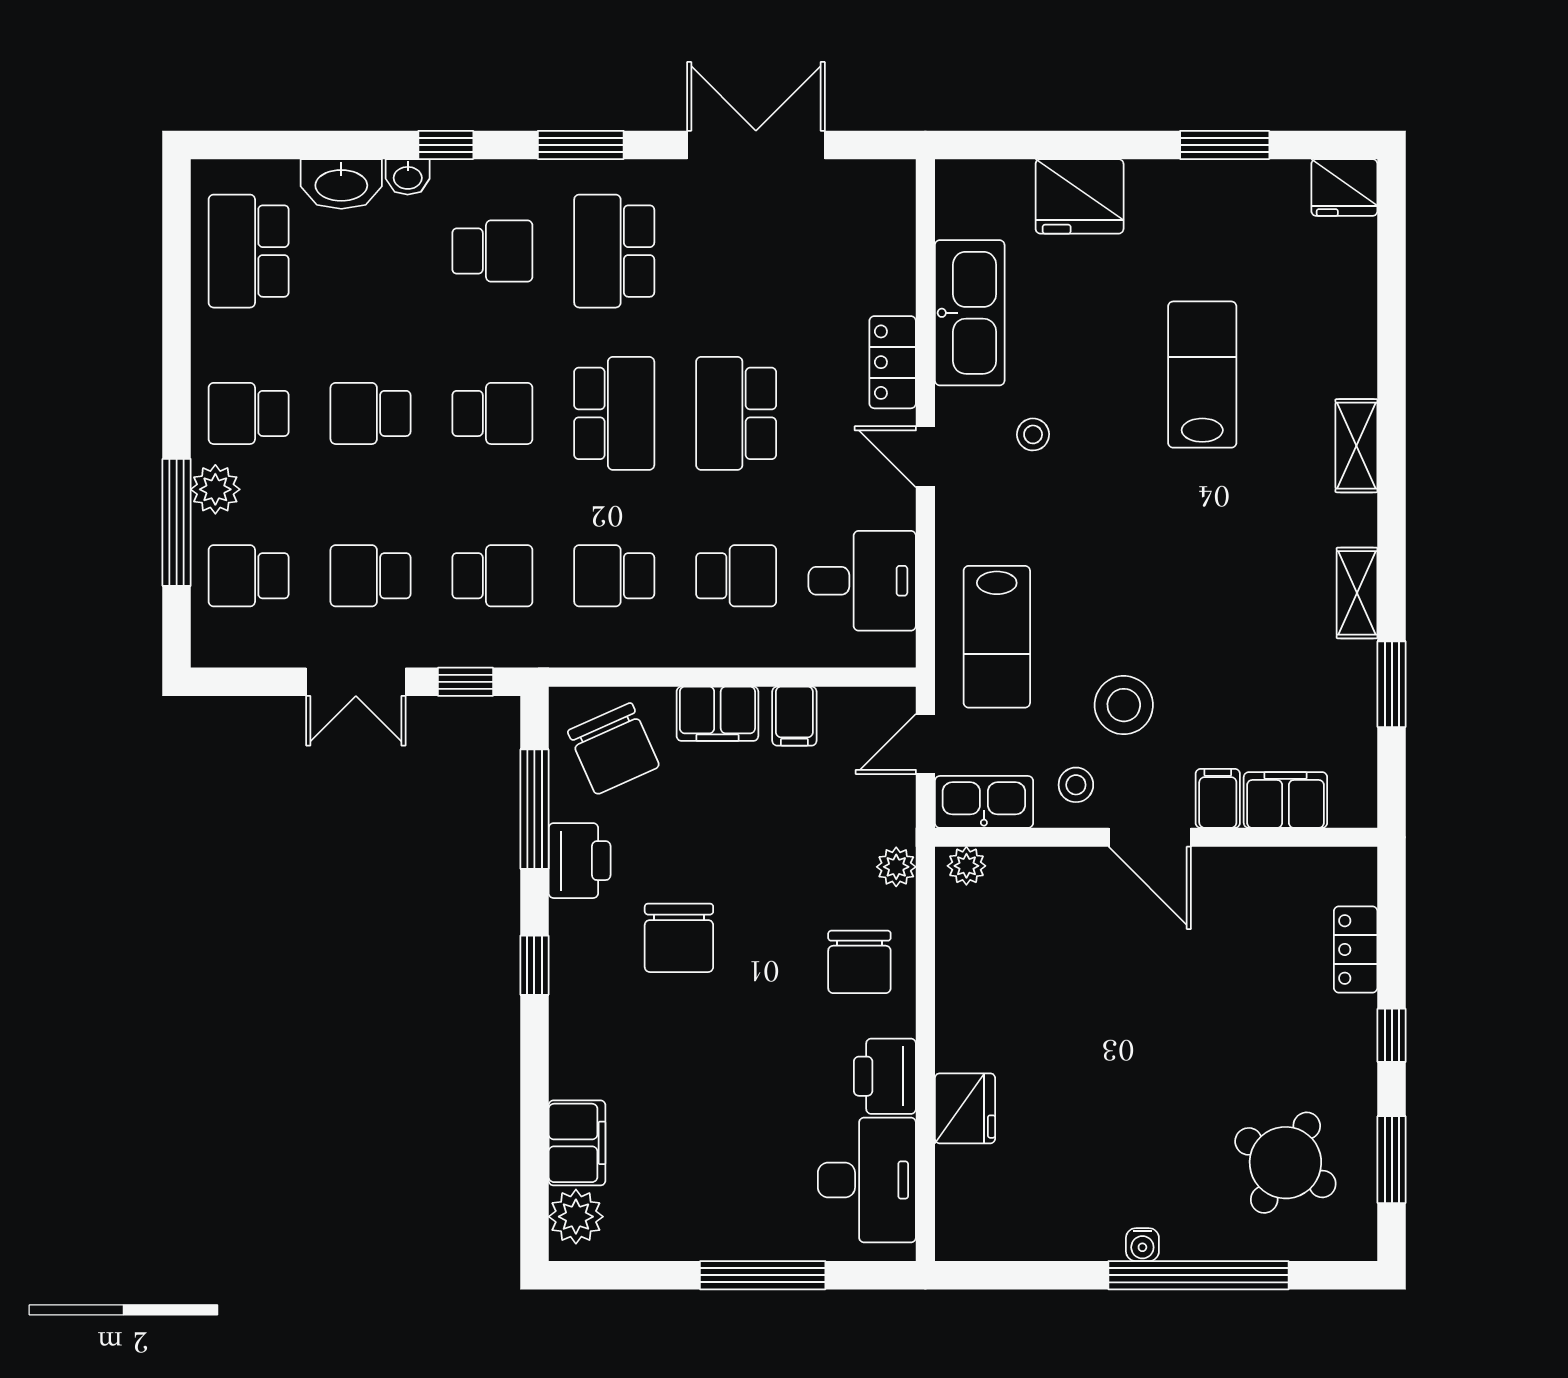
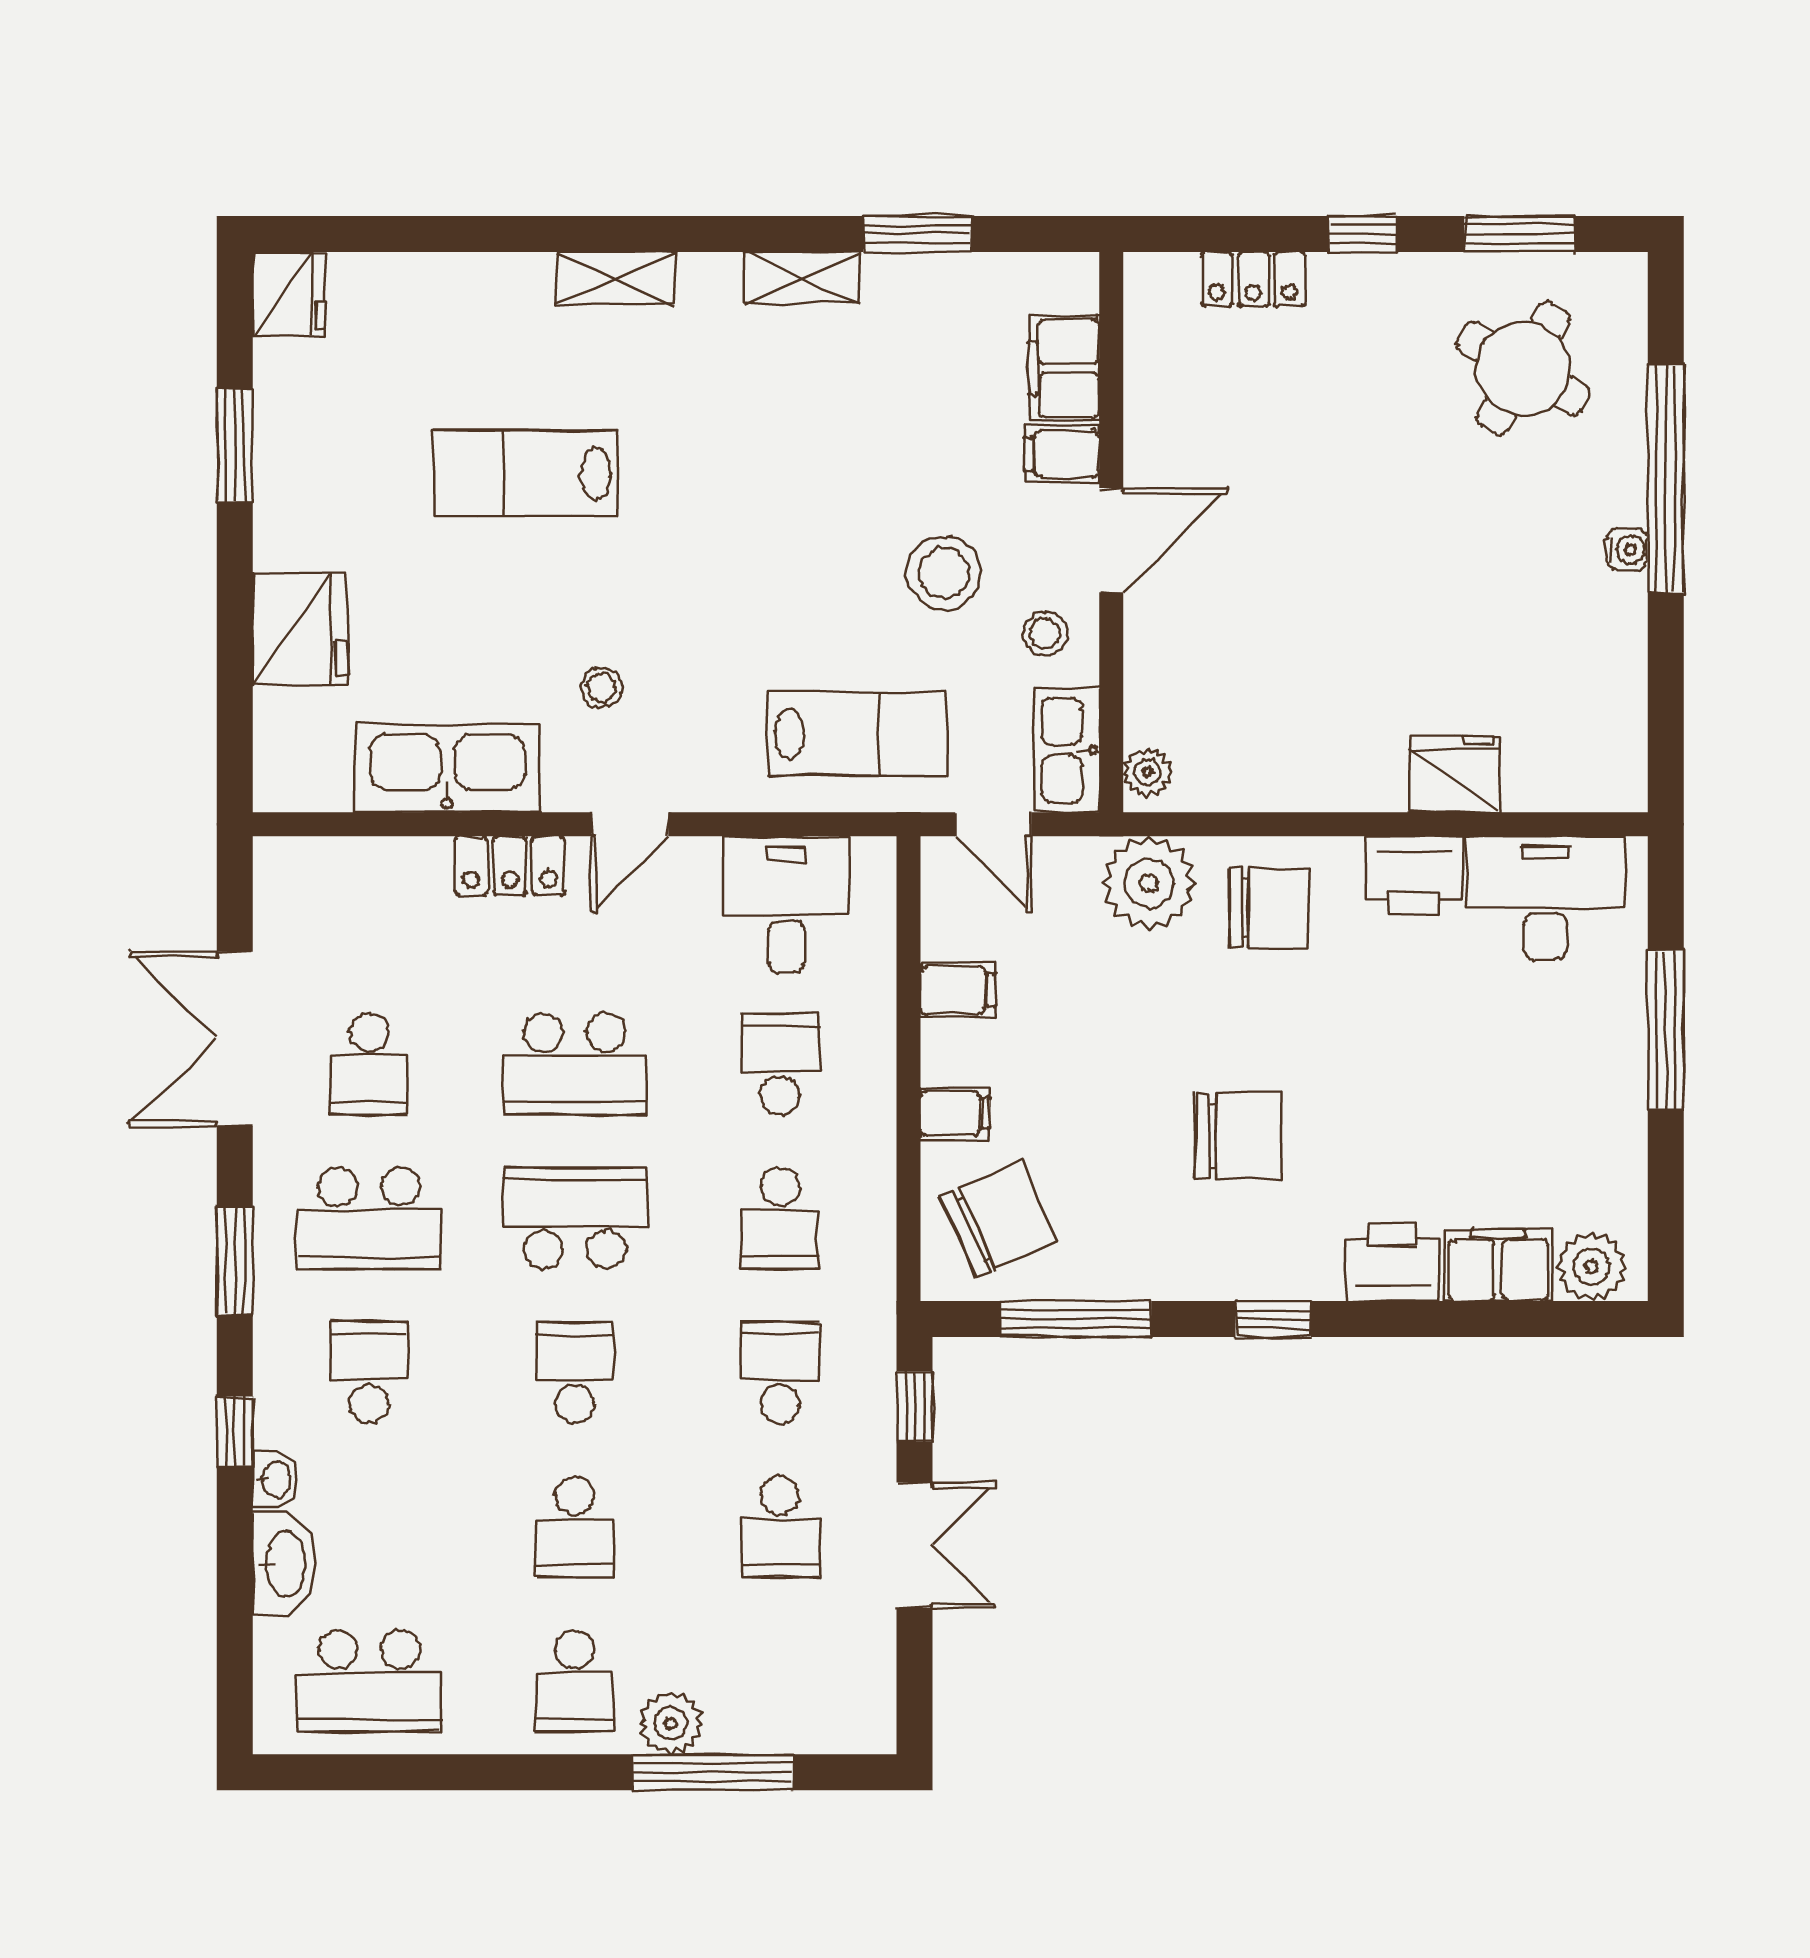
school desk: (249, 576) -> (369, 1064), moved
filing cabinet: (717, 714) -> (955, 1113), width x0.50
printer: (580, 861) -> (1392, 1262), moved
plant: (896, 867) -> (1149, 883), width x1.88, depth x1.88

